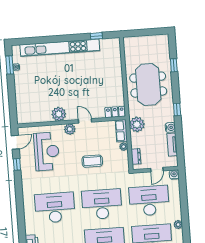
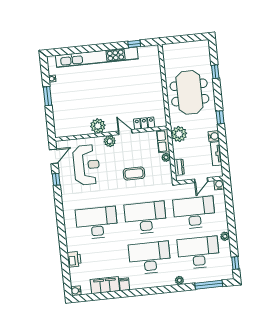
window: (10, 65) -> (47, 96), moved
locker: (115, 112) -> (144, 123), moved

